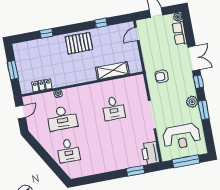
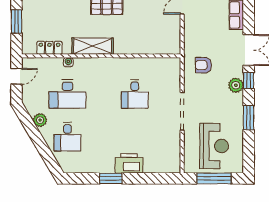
shelving: (112, 71) -> (93, 46), moved
plant: (192, 102) -> (236, 85), moved
reception desk: (181, 137) -> (214, 146), turned -90
plant: (45, 142) -> (40, 120), added
printer: (150, 153) -> (129, 163), moved, turned 90
window: (135, 171) -> (111, 178), moved

